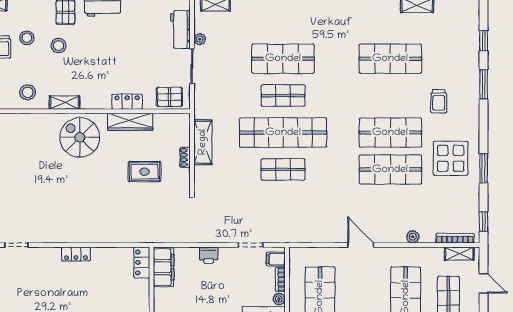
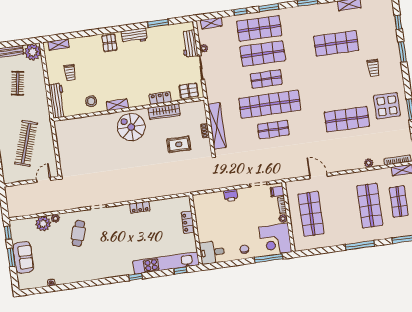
stool: (27, 38) -> (85, 64), removed
stool: (58, 46) -> (108, 66), removed
shop shelf: (390, 133) -> (259, 28), moved
shelving: (203, 142) -> (217, 126), width x1.47
door: (361, 245) -> (318, 176), moved
locker: (142, 262) -> (188, 222), moved
filing cabinet: (164, 267) -> (201, 208), removed

